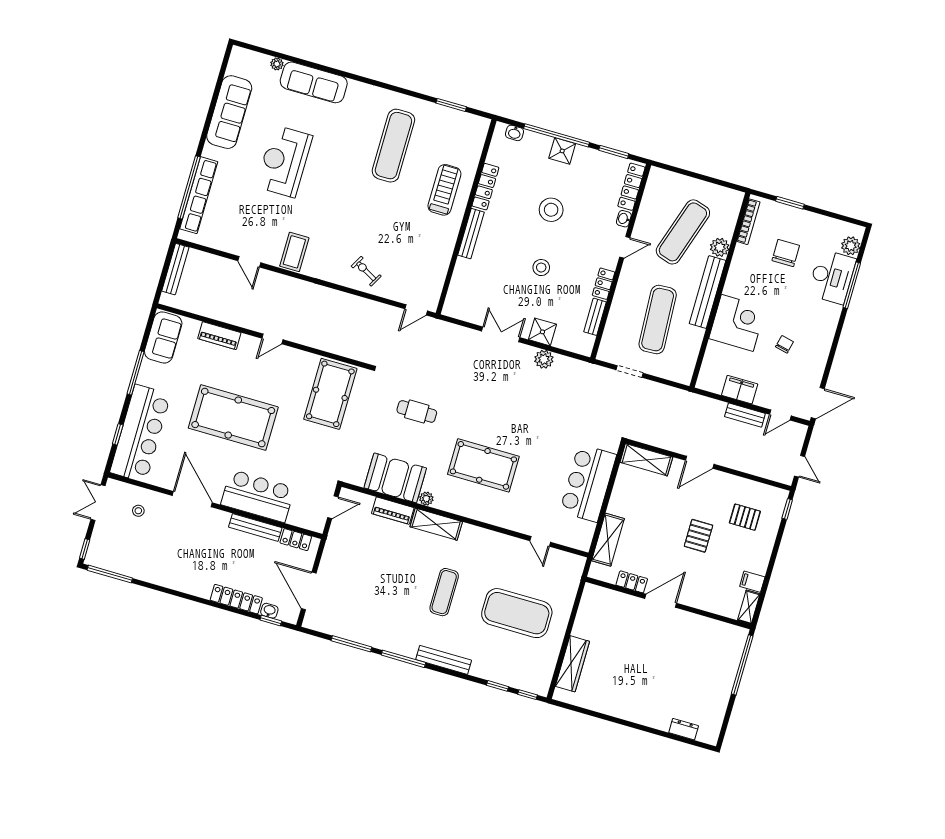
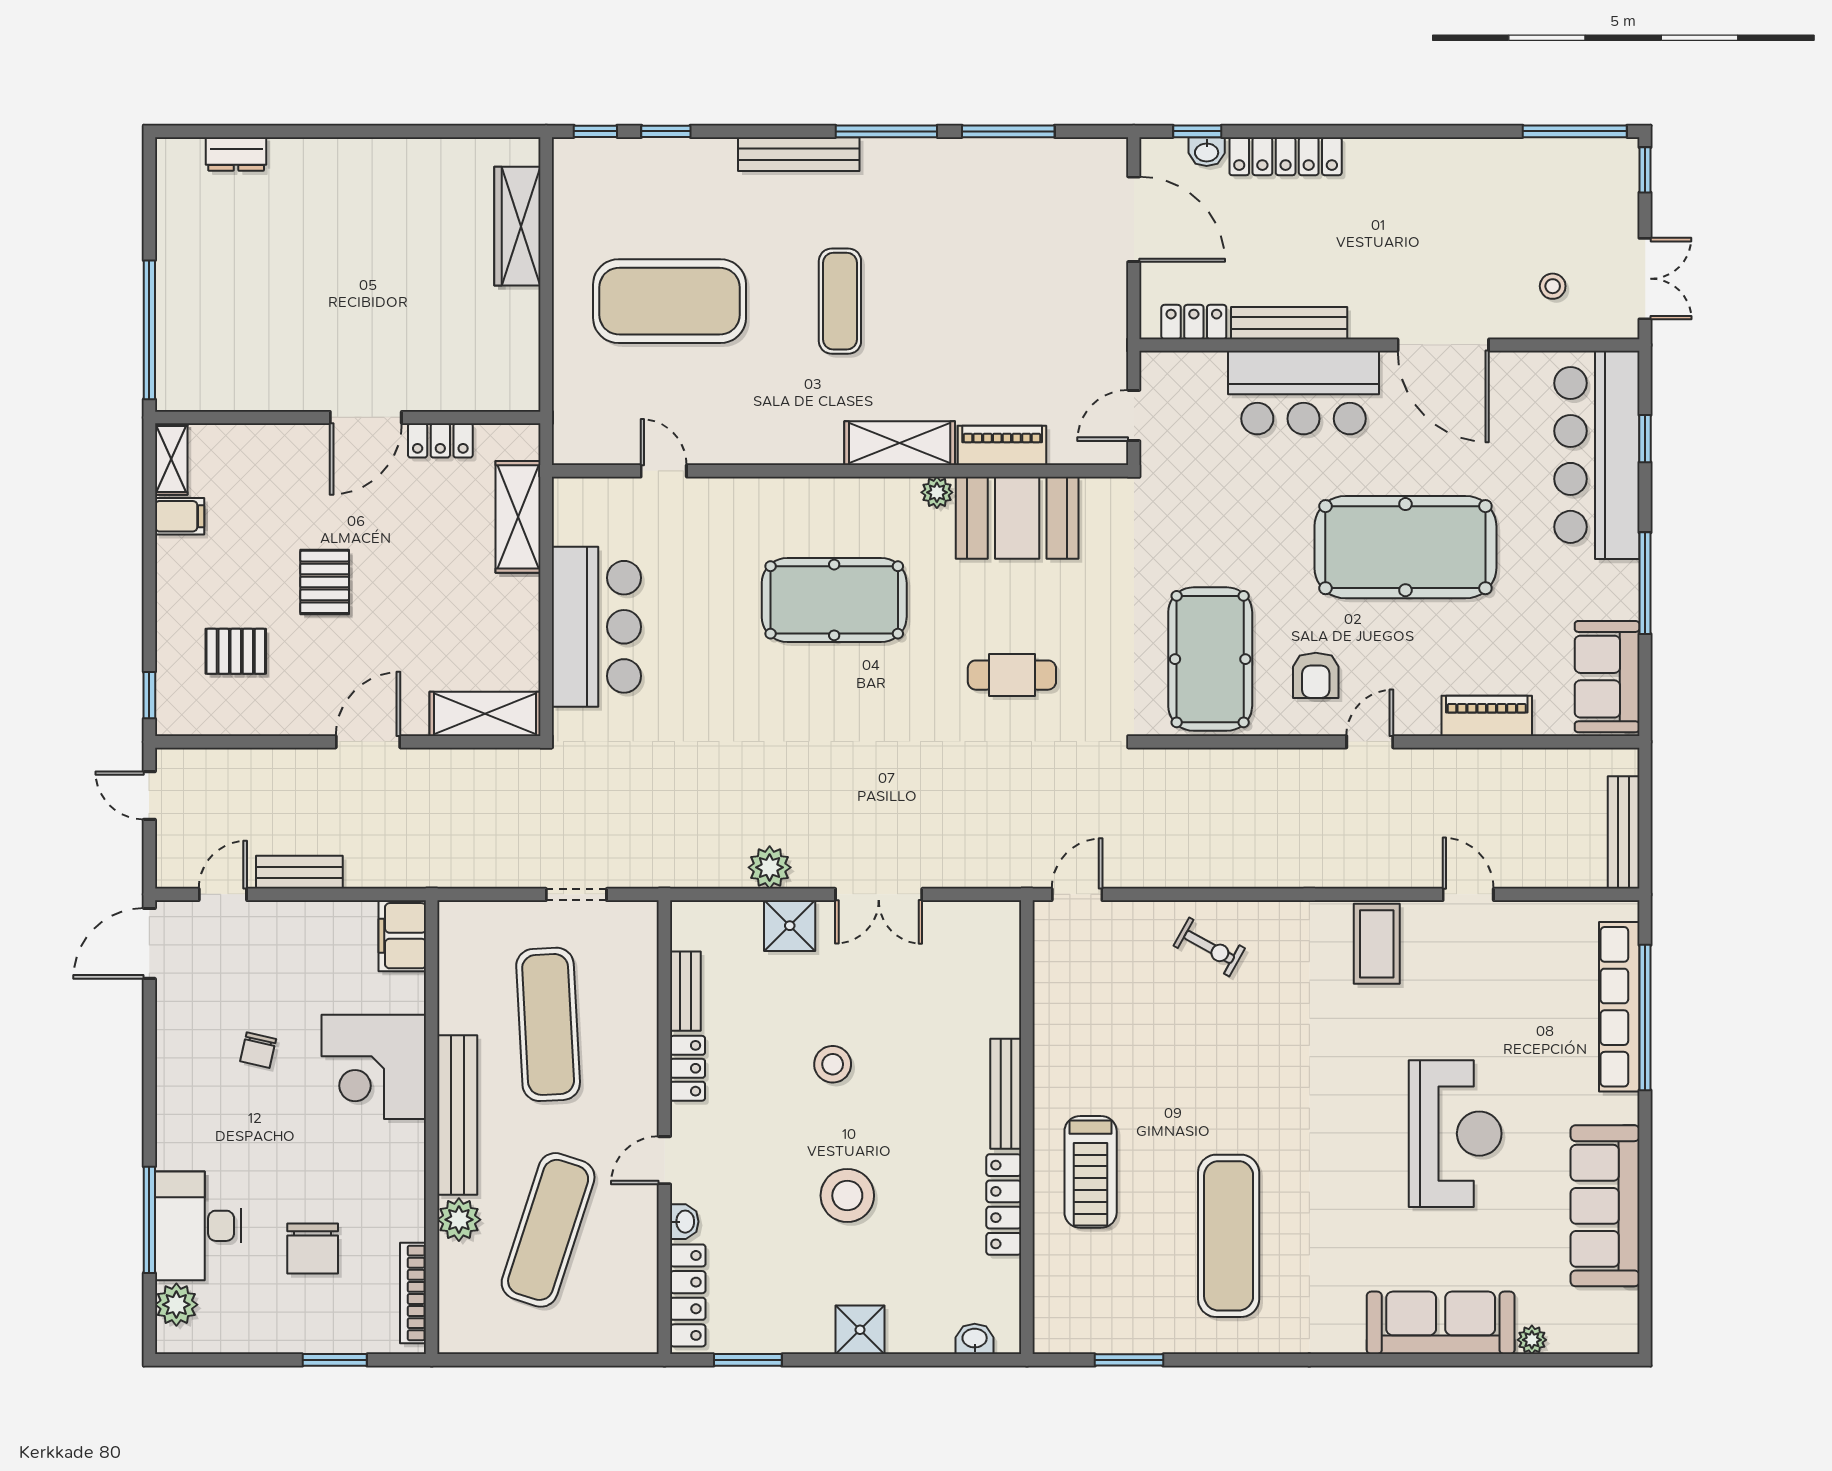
window: (557, 135) -> (882, 1360), removed
armchair: (287, 374) -> (1316, 675), added
filing cabinet: (740, 390) -> (402, 936), moved, turned 90

